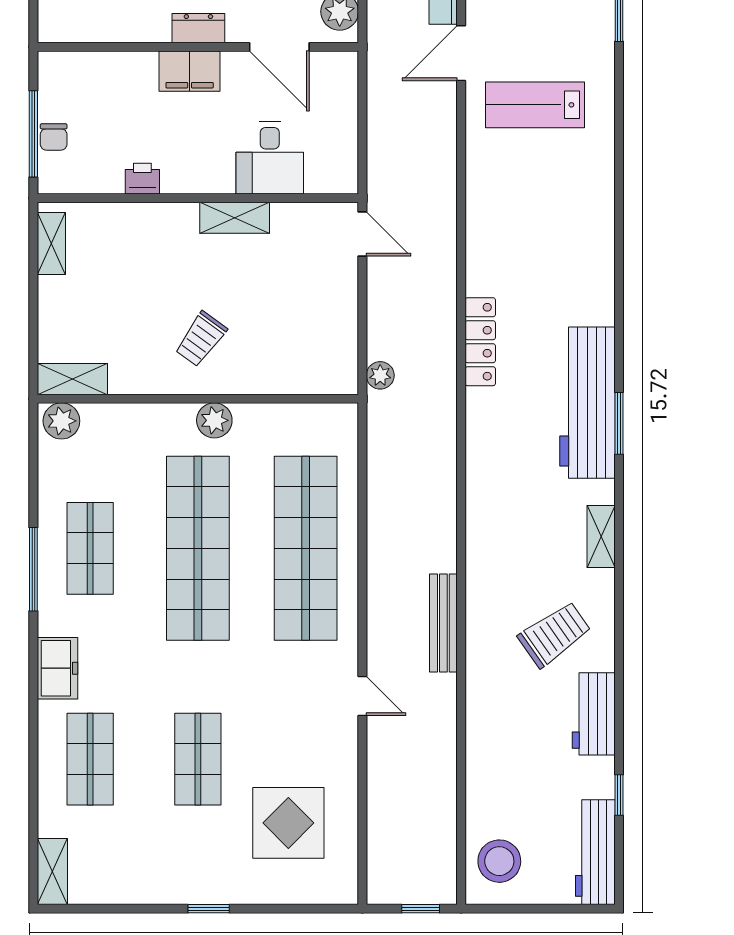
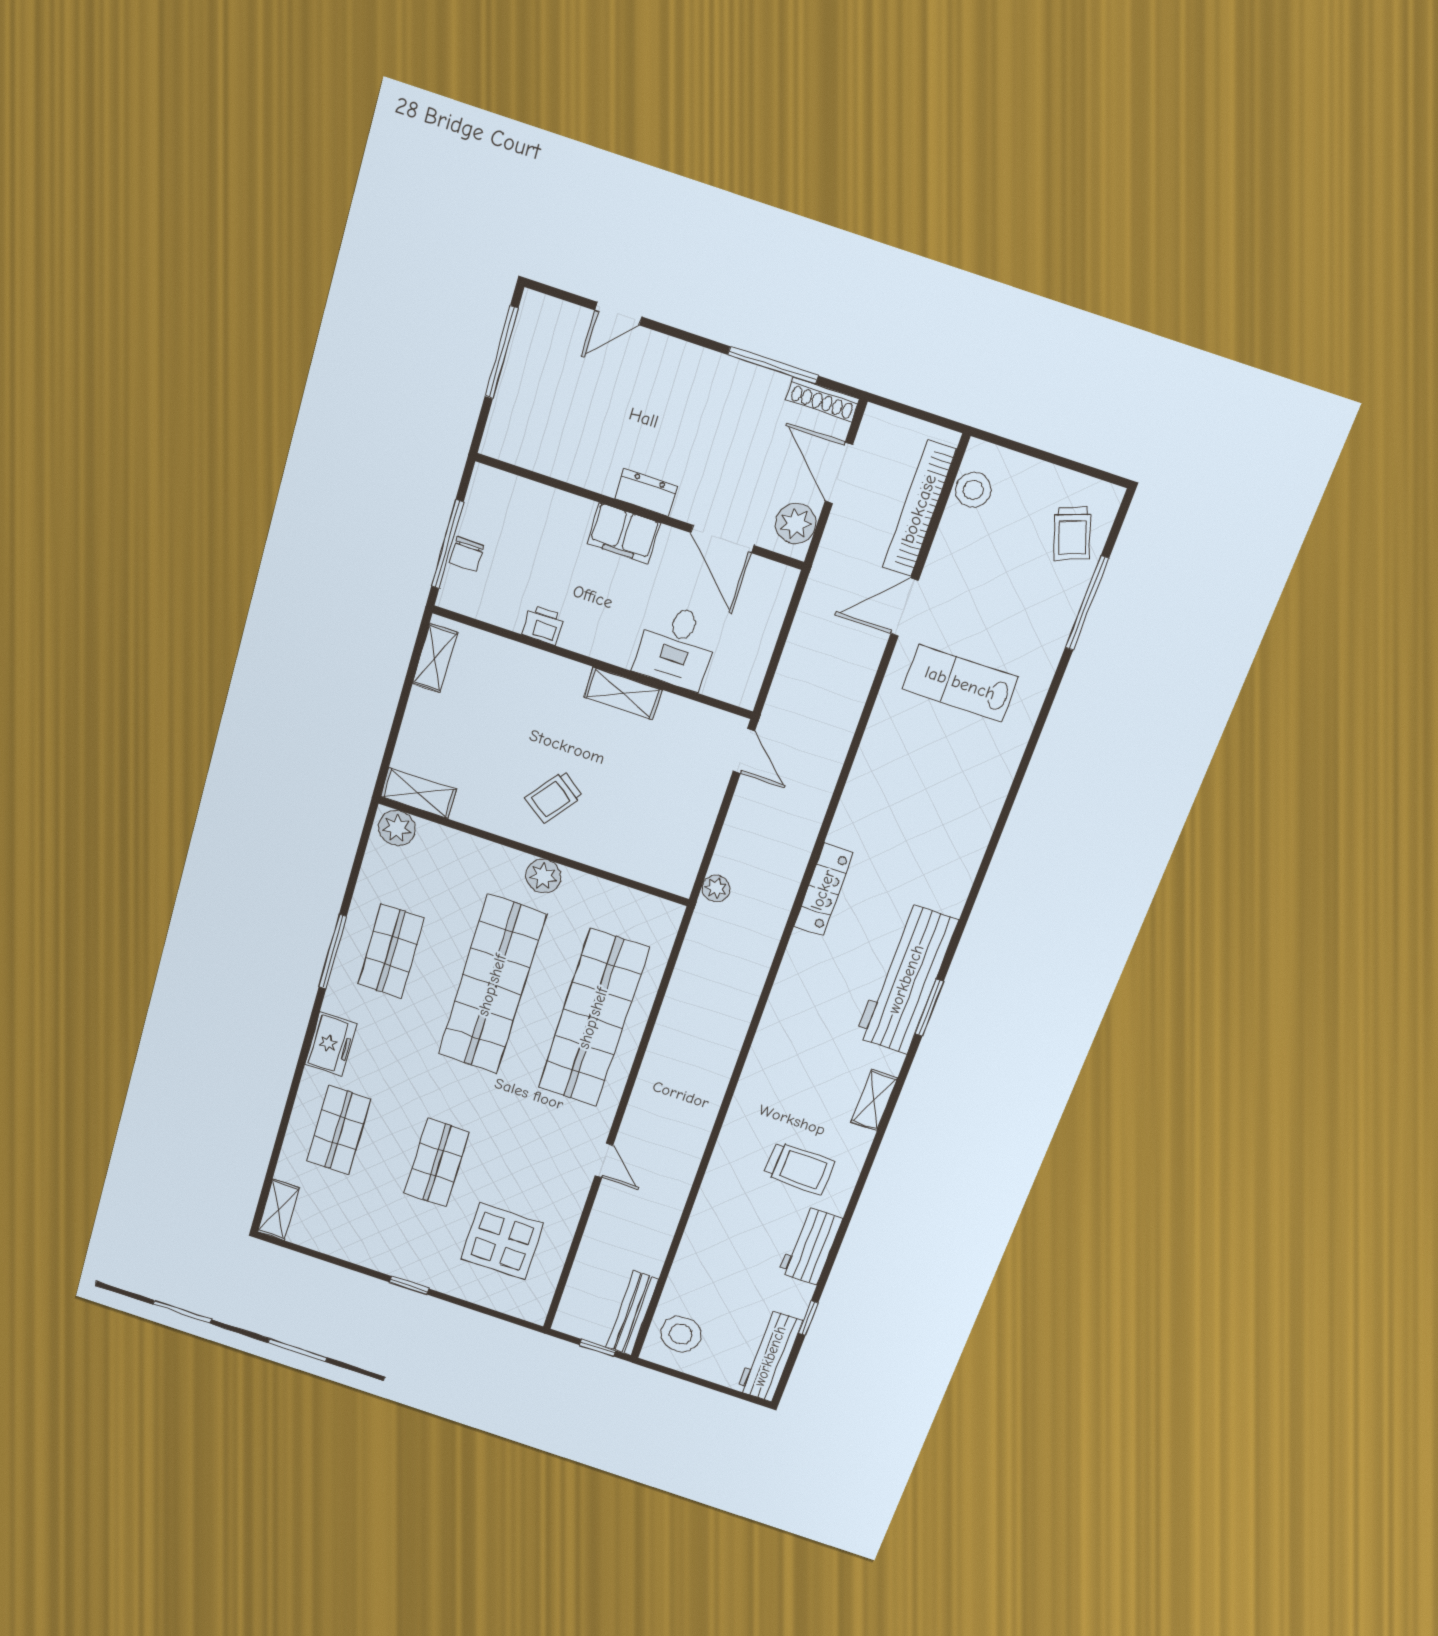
bench: (443, 623) -> (633, 1313), moved
trolley: (554, 634) -> (799, 1168), turned 37

